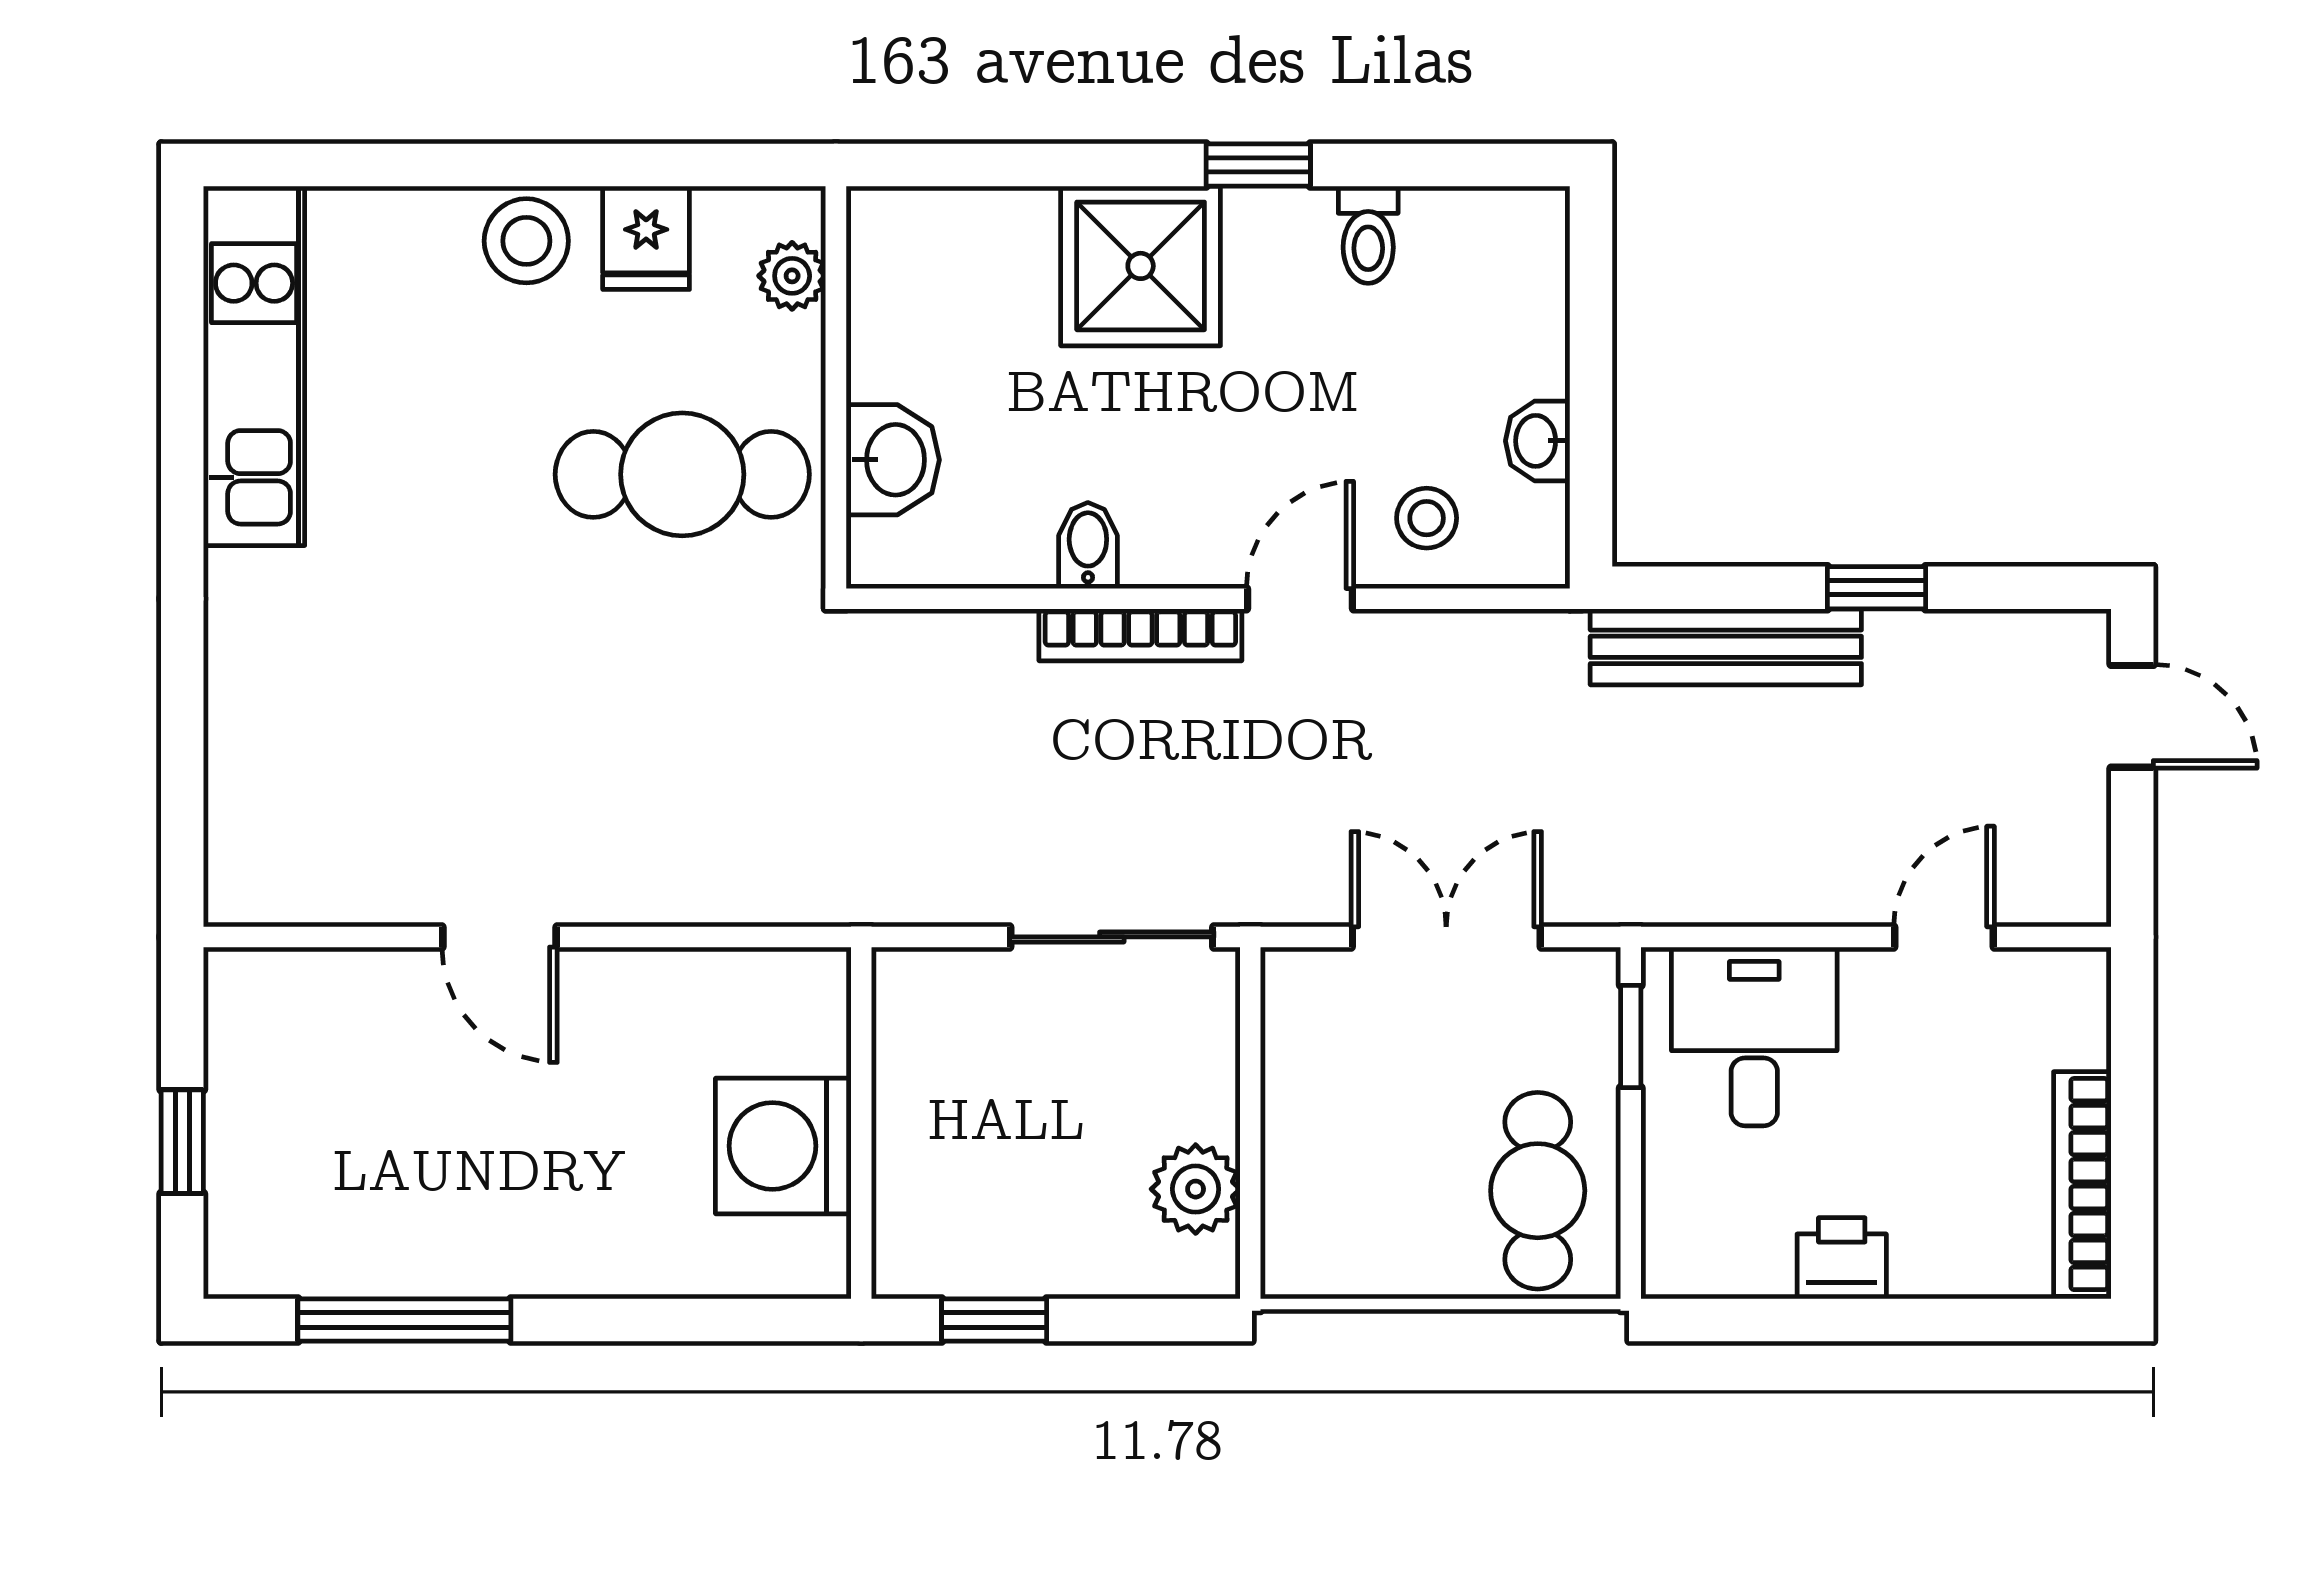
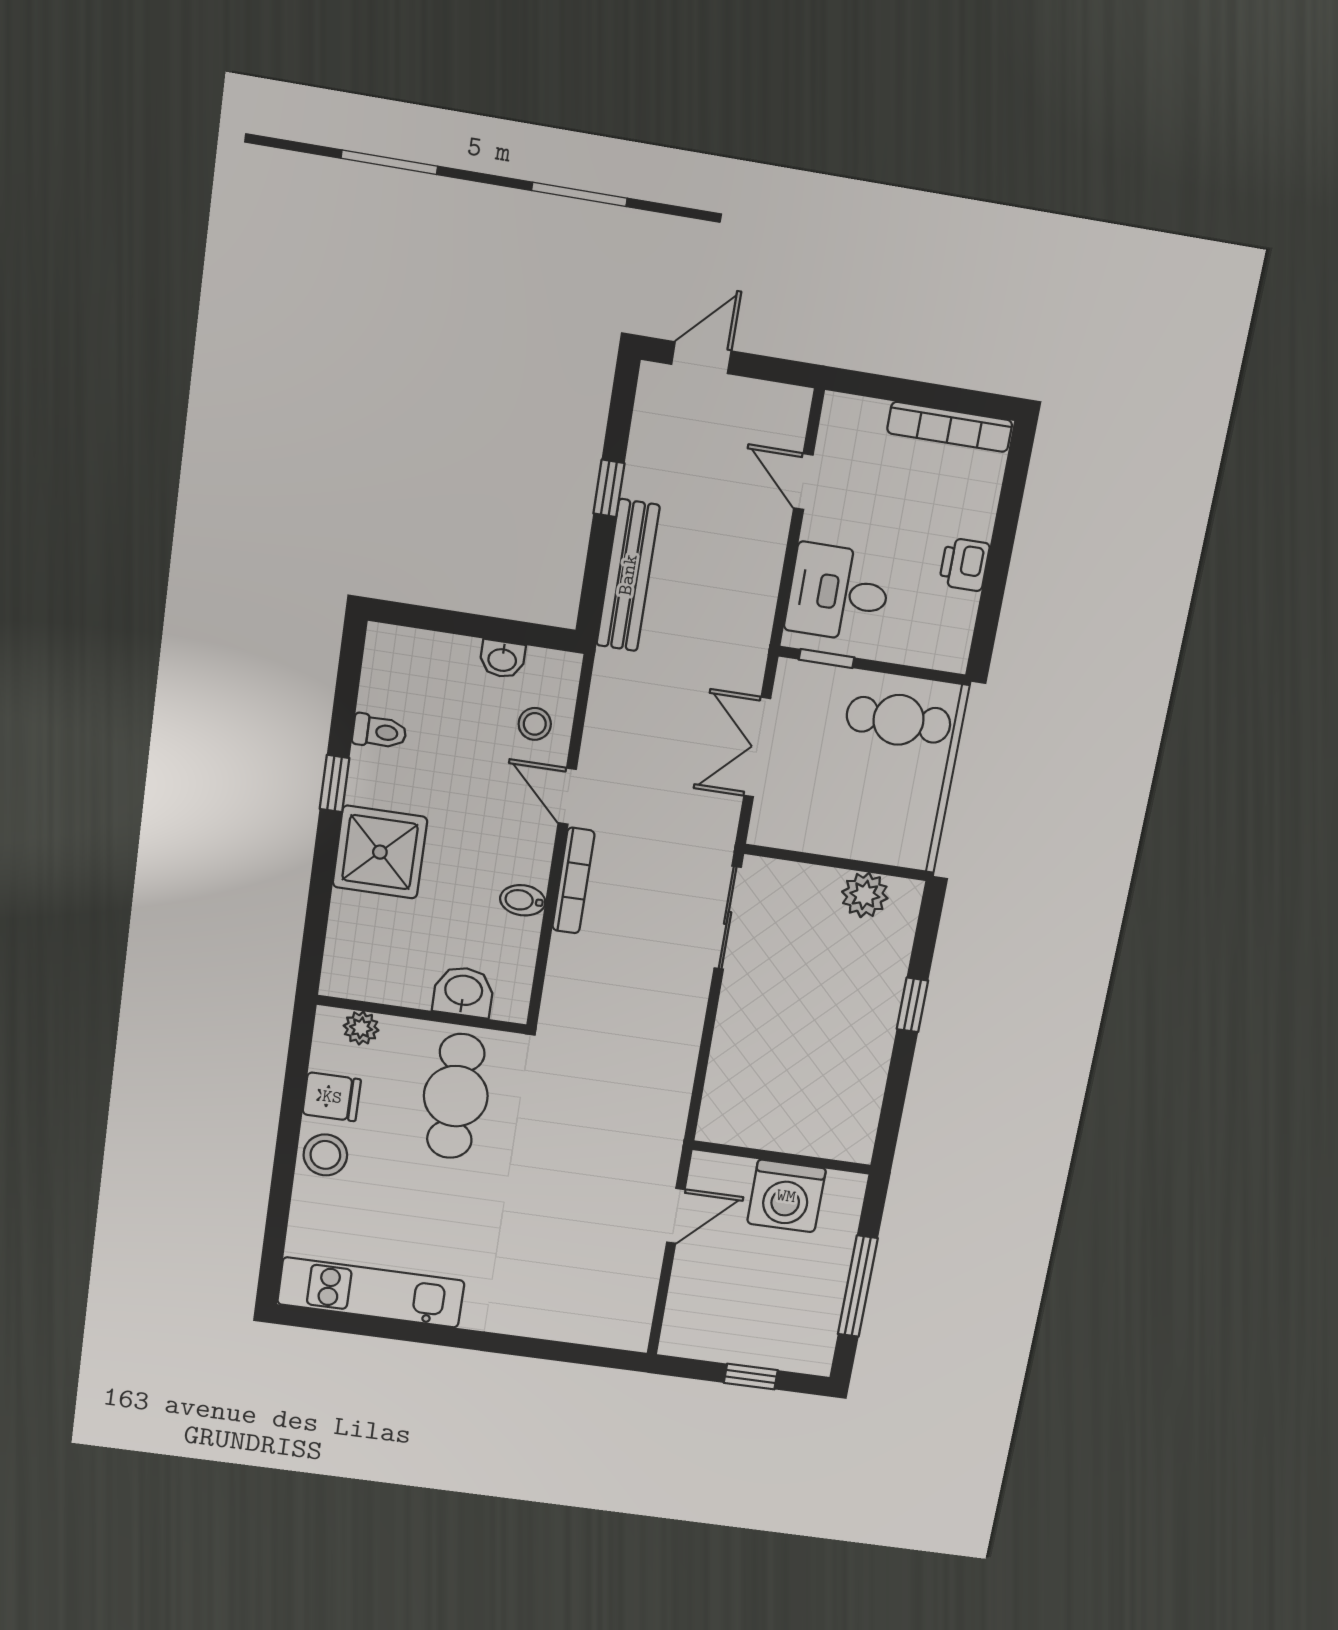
wall: (861, 1123) -> (782, 1157), moved
washing machine: (783, 1146) -> (786, 1196), moved

